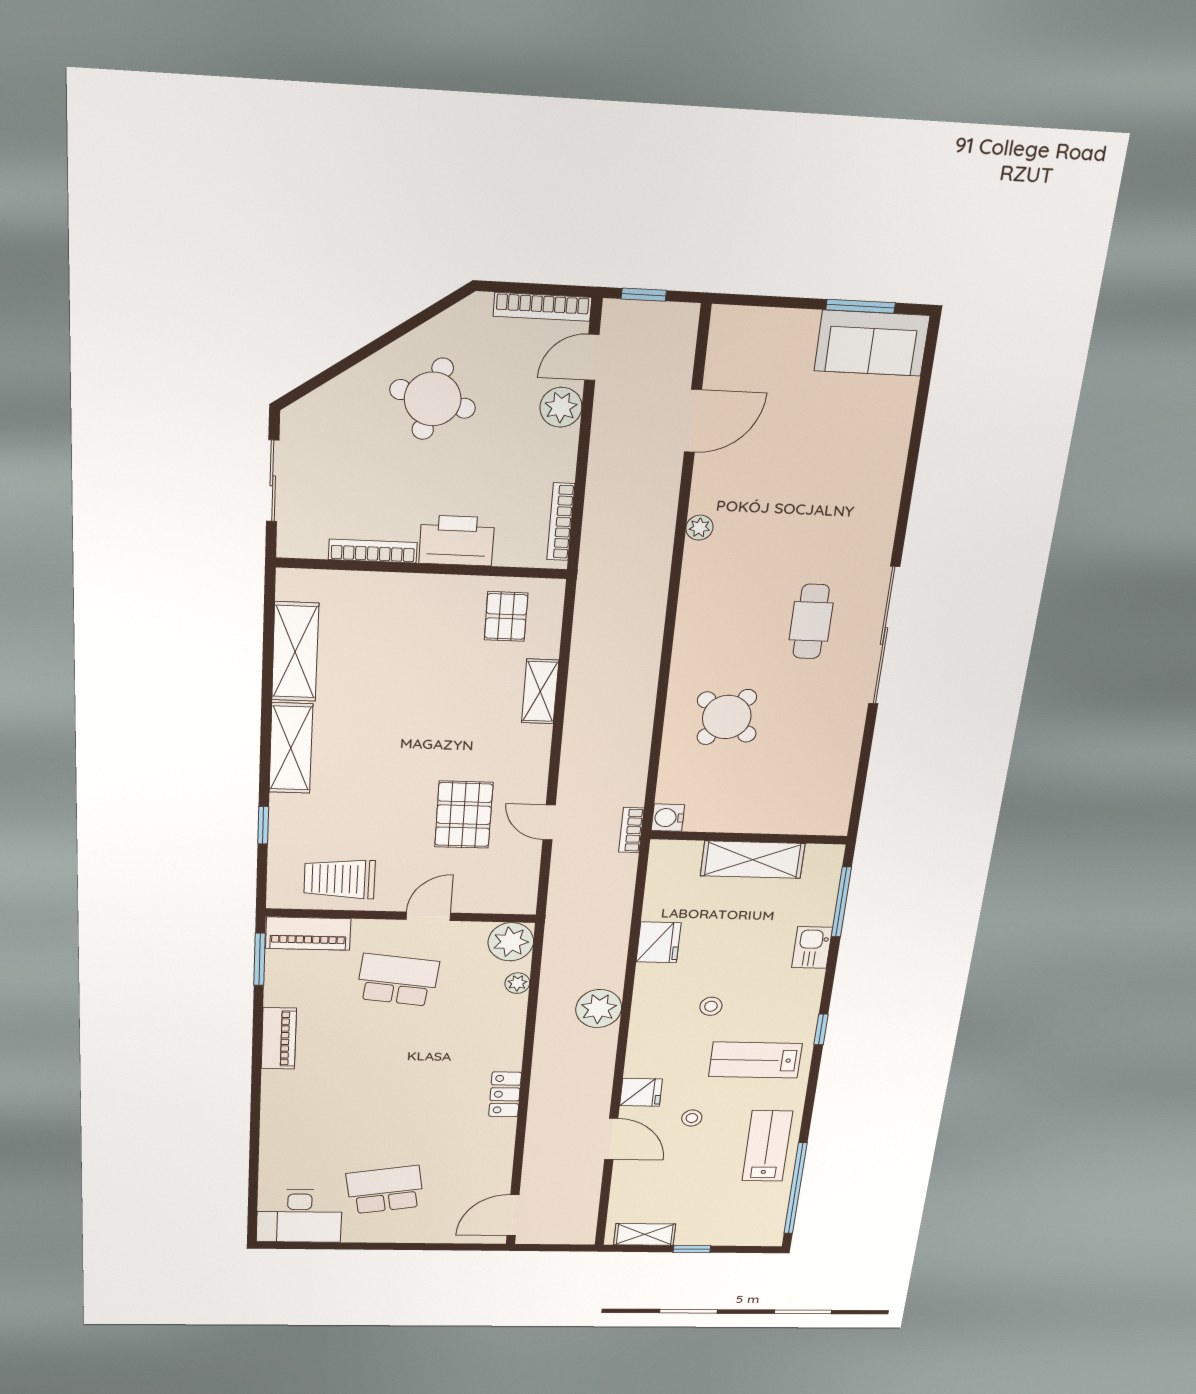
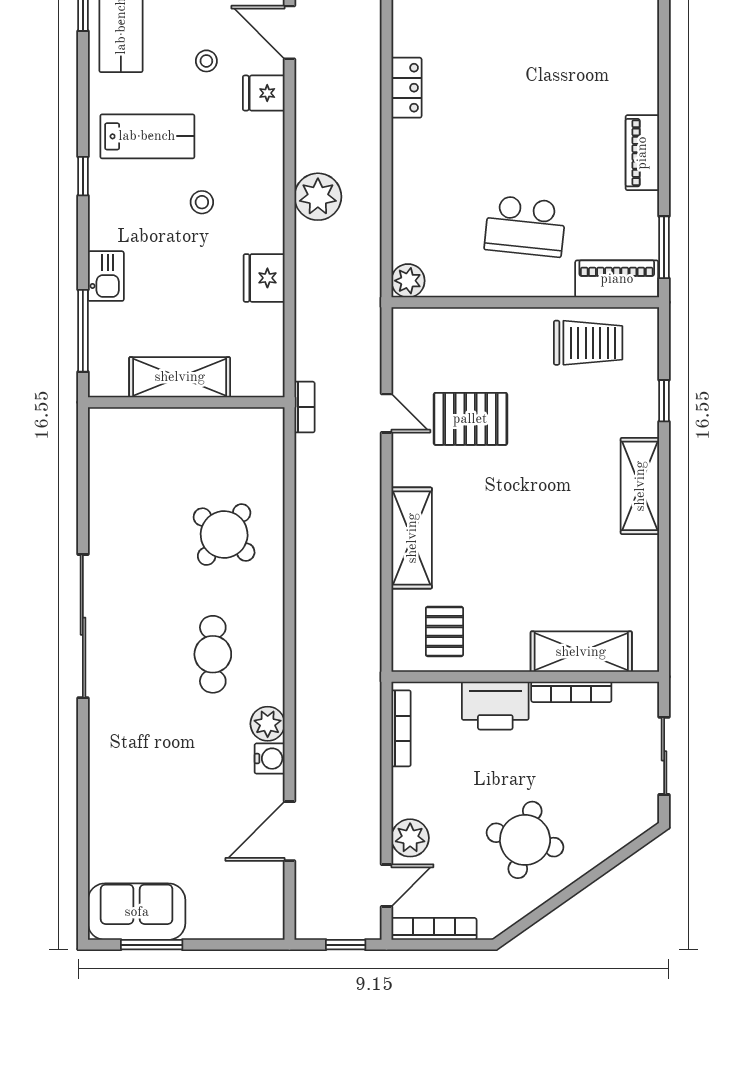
plant: (699, 528) -> (268, 724), width x1.38, depth x1.38
cafe table: (811, 621) -> (213, 654), moved
shelving: (295, 652) -> (581, 652), moved, turned 90
shelving: (540, 691) -> (412, 538), width x1.50, depth x1.33
pallet: (464, 815) -> (470, 419), turned 90
water cooler: (668, 818) -> (270, 759), moved
door: (428, 916) -> (498, 302), removed
plant: (511, 942) -> (408, 281), width x0.73, depth x0.73
plant: (517, 983) -> (404, 226), removed

